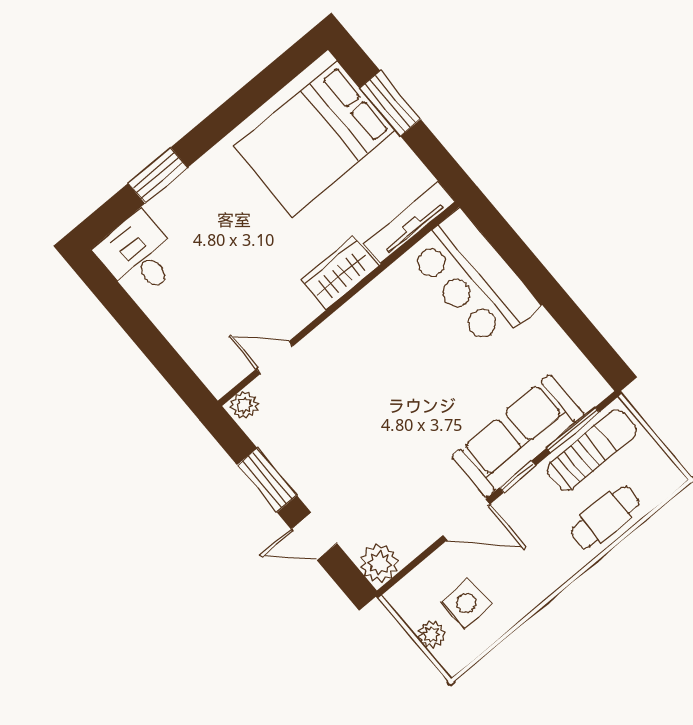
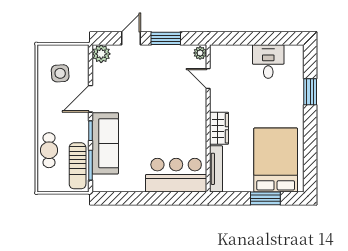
desk: (139, 255) -> (268, 62), moved, turned -90
door: (275, 358) -> (208, 79), swing flipped
plant: (431, 634) -> (59, 51), removed

